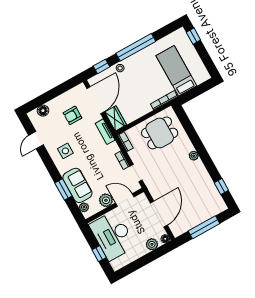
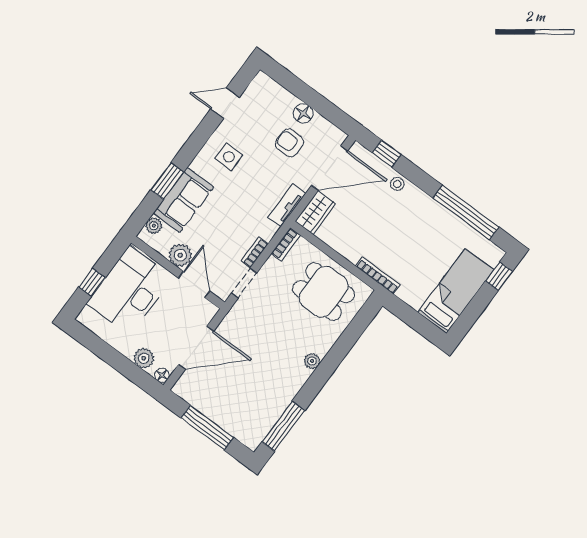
window: (136, 47) -> (466, 213), moved
bed: (176, 71) -> (456, 291), moved
floor lamp: (43, 111) -> (303, 113), moved
window: (221, 187) -> (283, 426), width x2.17

